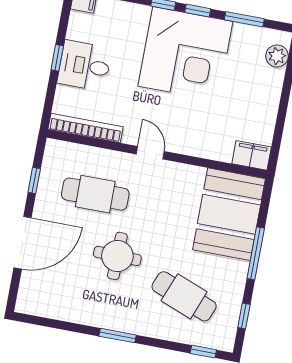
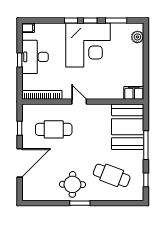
desk: (84, 66) -> (35, 57), width x1.37
round table: (117, 256) -> (72, 184), moved
window: (203, 352) -> (128, 203), removed

